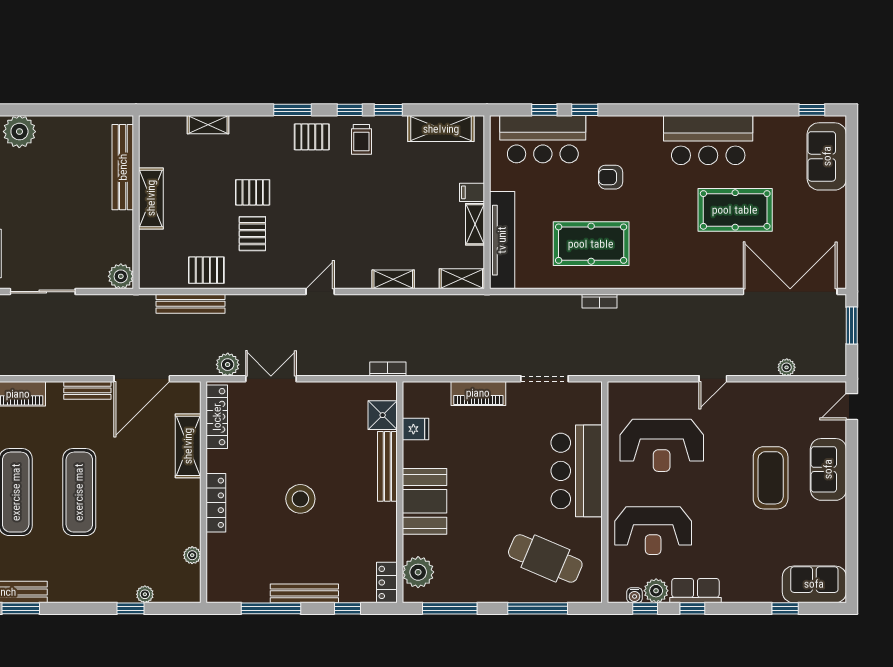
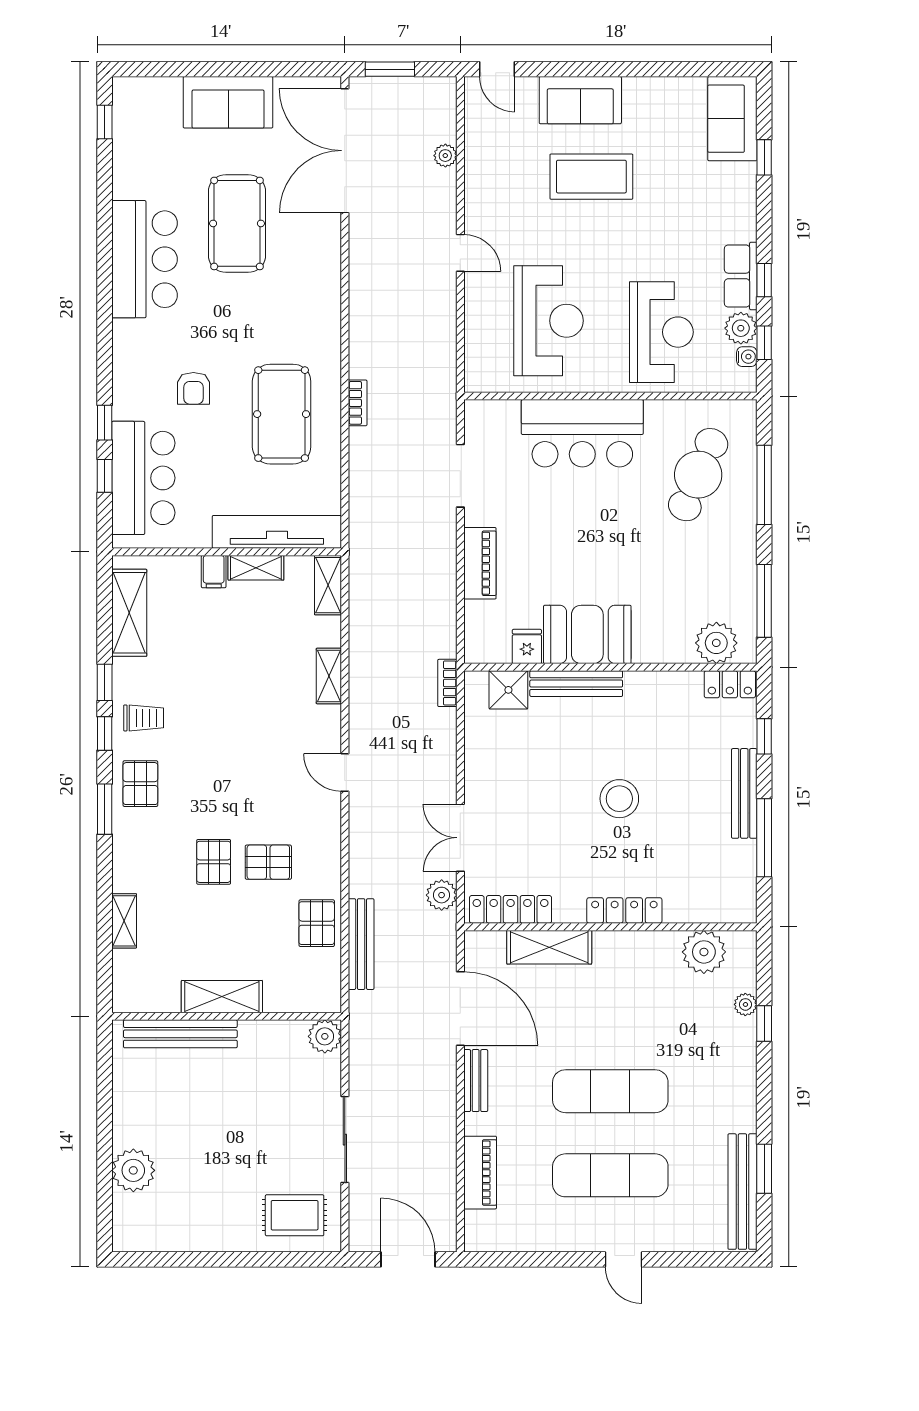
sofa: (827, 156) -> (228, 102), moved
booth: (425, 501) -> (587, 634), moved
plant: (192, 555) -> (704, 952), width x1.87, depth x1.87

